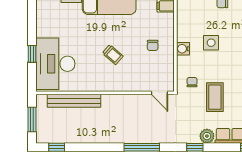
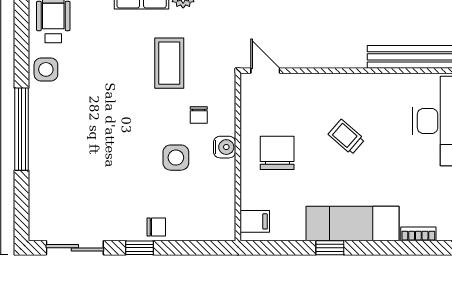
chair: (153, 45) -> (277, 153), width x1.87, depth x1.87
chair: (192, 82) -> (199, 115), moved

